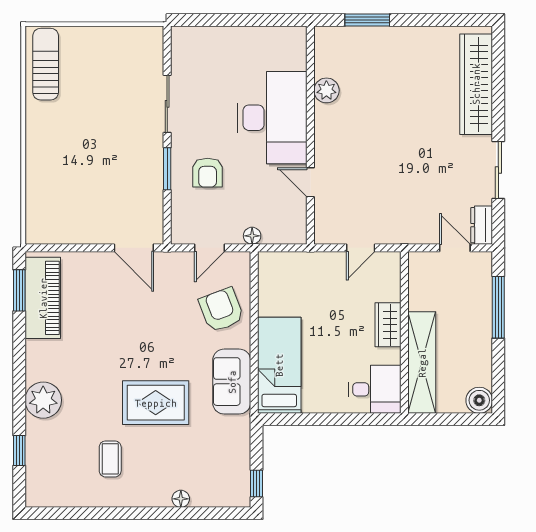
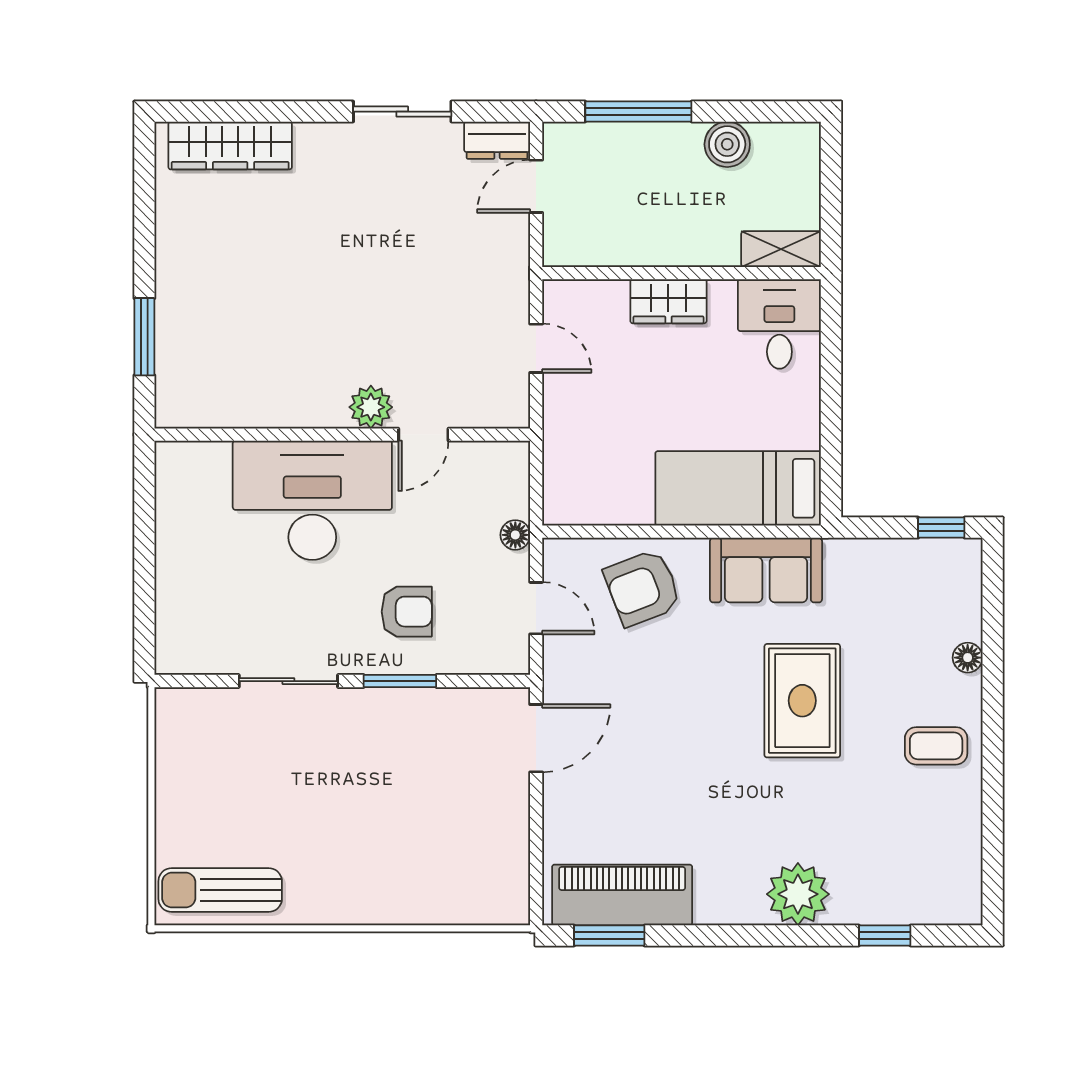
wardrobe: (476, 84) -> (230, 146), width x0.71, depth x0.85
plant: (326, 90) -> (371, 407), moved
shelving: (422, 363) -> (781, 249), width x0.45, depth x0.75
boiler: (479, 400) -> (727, 144), moved
coffee table: (110, 459) -> (936, 746), moved

